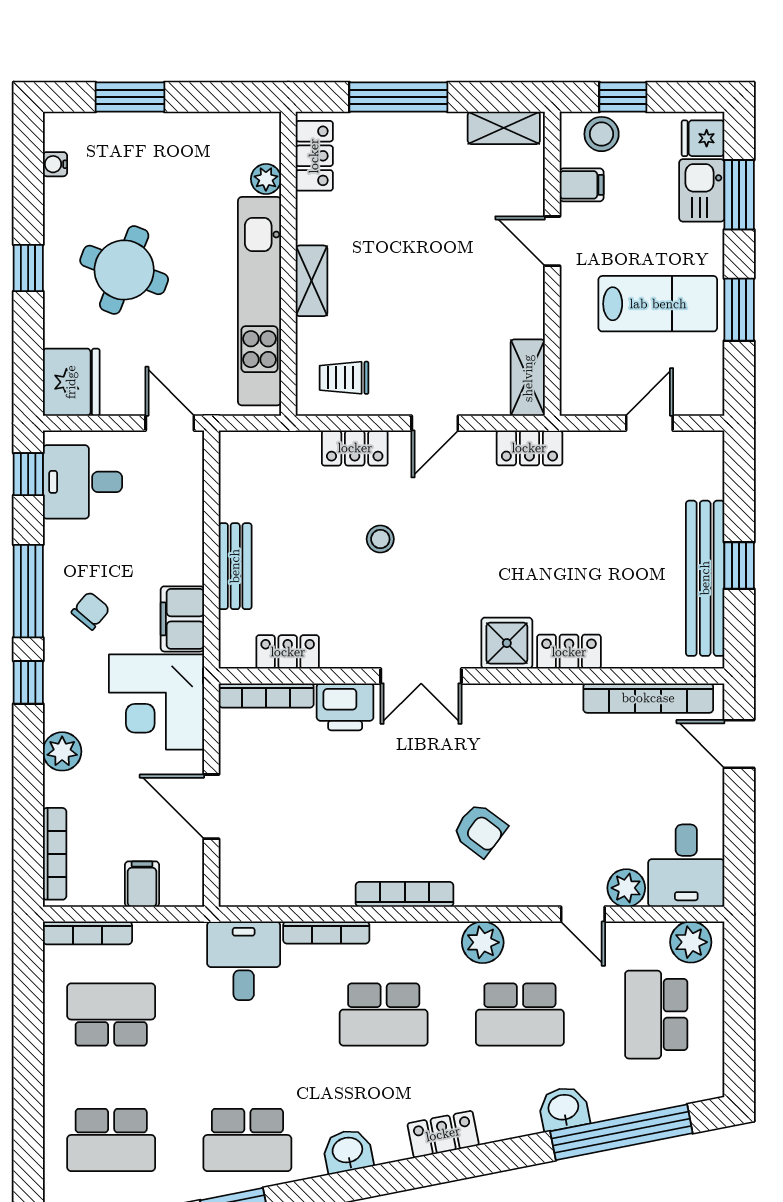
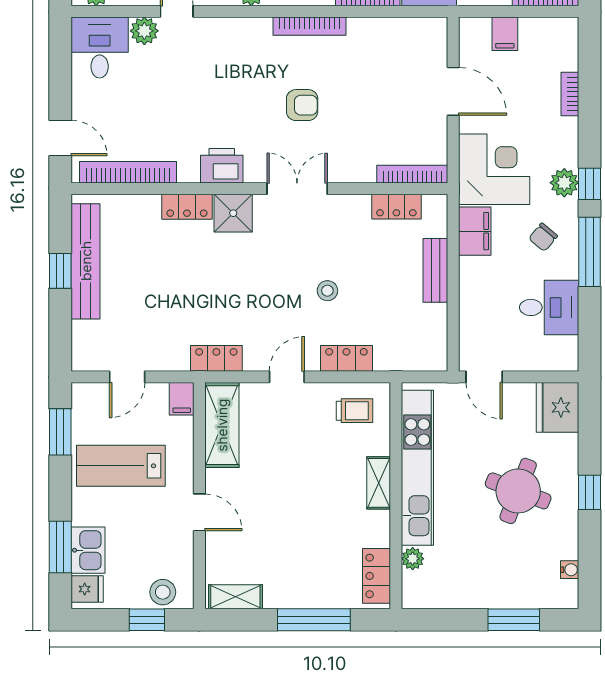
filing cabinet: (582, 185) -> (182, 399), moved, turned -90
window: (739, 310) -> (60, 432), moved
shelving: (528, 378) -> (222, 425), width x1.50, depth x1.33
window: (28, 474) -> (590, 339), removed
desk: (82, 482) -> (549, 307), moved
printer: (345, 707) -> (222, 166), moved
plant: (62, 751) -> (564, 183), moved
armchair: (480, 830) -> (302, 105), moved, turned 143
bookcase: (55, 854) -> (570, 94), moved, width x0.64

